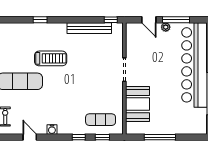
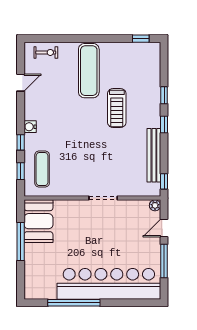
window: (64, 20) -> (164, 124), added
plant: (166, 27) -> (155, 205), moved
booth: (138, 104) -> (38, 221), moved, turned 90
water cooler: (52, 129) -> (30, 127), moved

